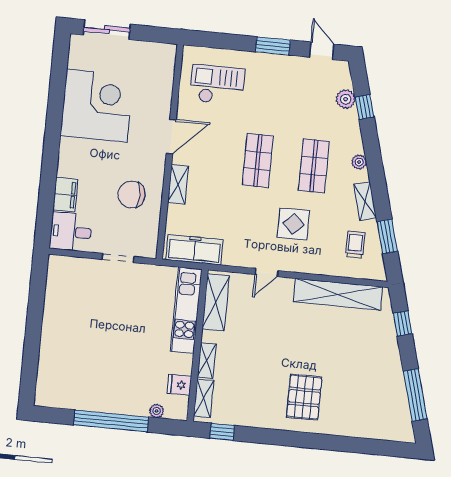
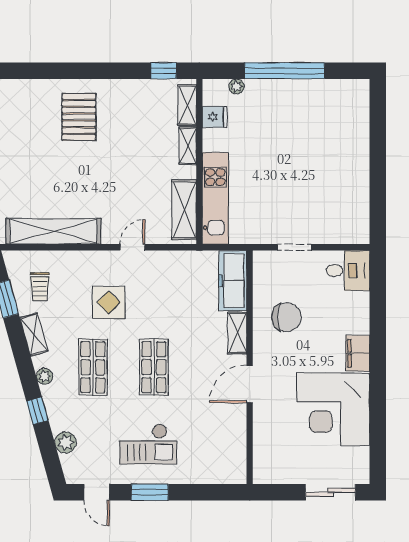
checkout: (217, 85) -> (148, 444), moved
window: (364, 107) -> (37, 411), moved
filing cabinet: (65, 194) -> (358, 353), moved
freezer: (194, 250) -> (233, 281), moved, turned 90

